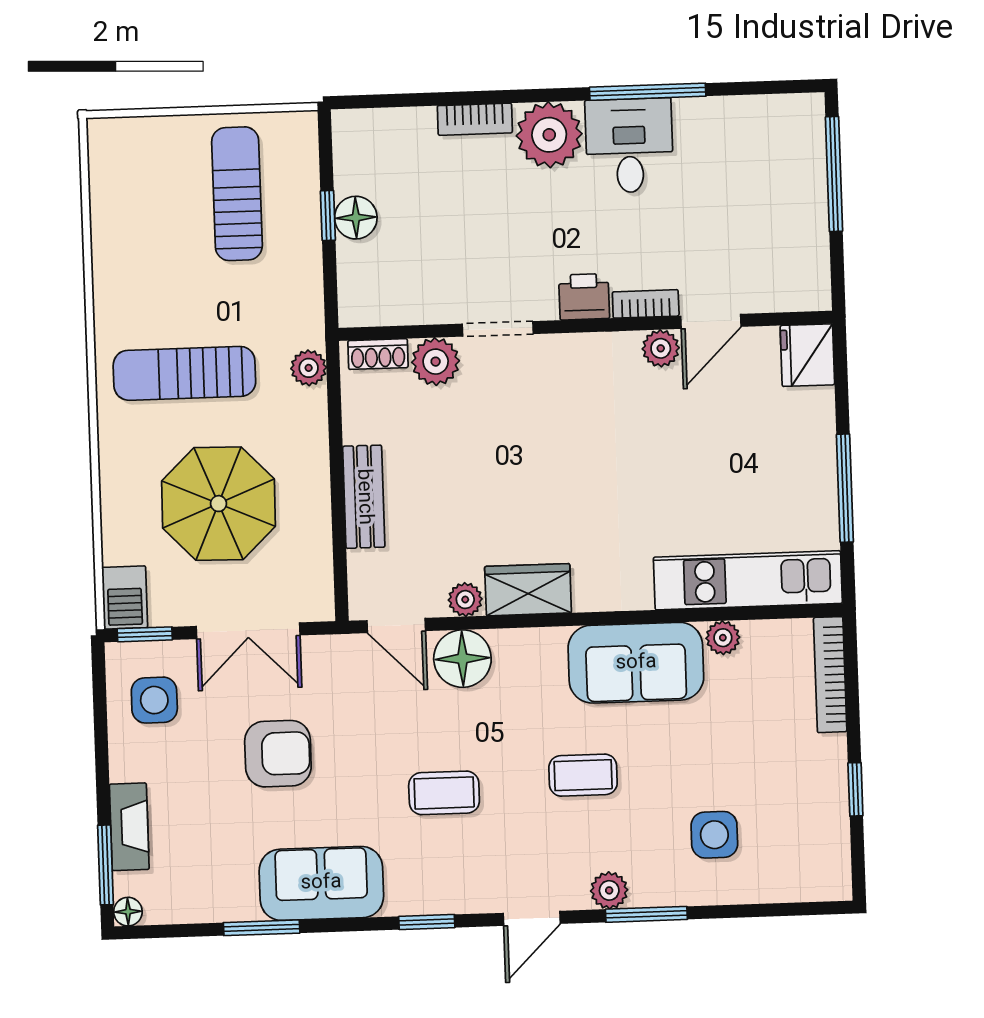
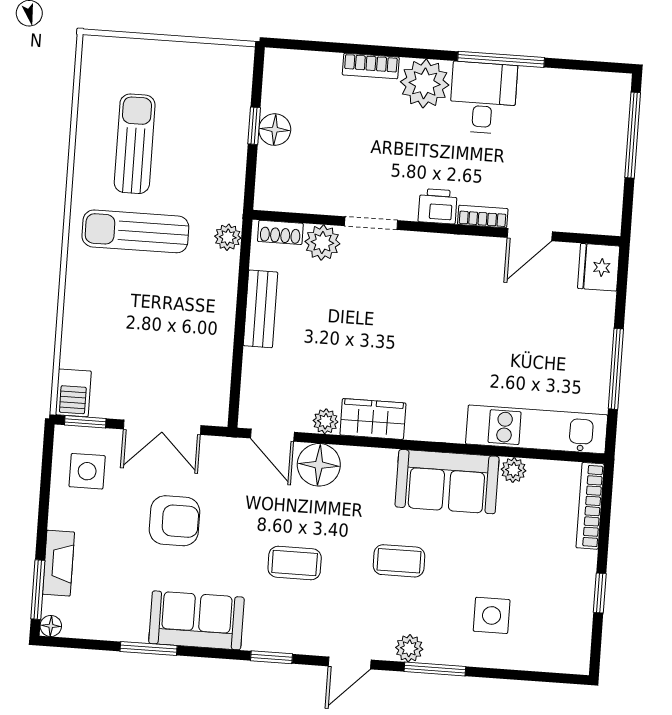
sun lounger: (237, 194) -> (135, 144), moved
plant: (661, 348) -> (490, 251), removed
bench: (364, 497) -> (260, 309), moved
parasol: (219, 504) -> (150, 331), removed

